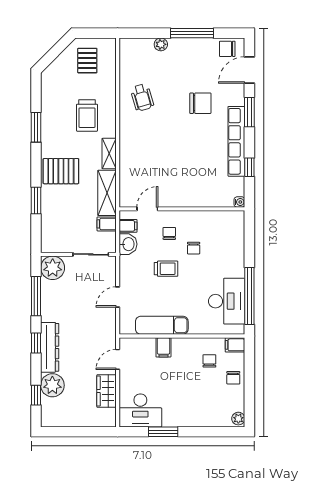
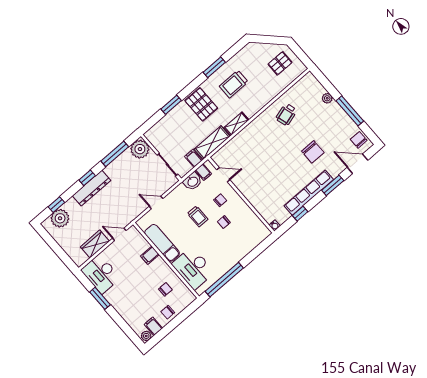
trolley: (87, 115) -> (234, 84), moved
desk: (227, 301) -> (193, 268), moved, turned 90
filing cabinet: (235, 345) -> (153, 326), moved
plant: (52, 385) -> (60, 218), moved

